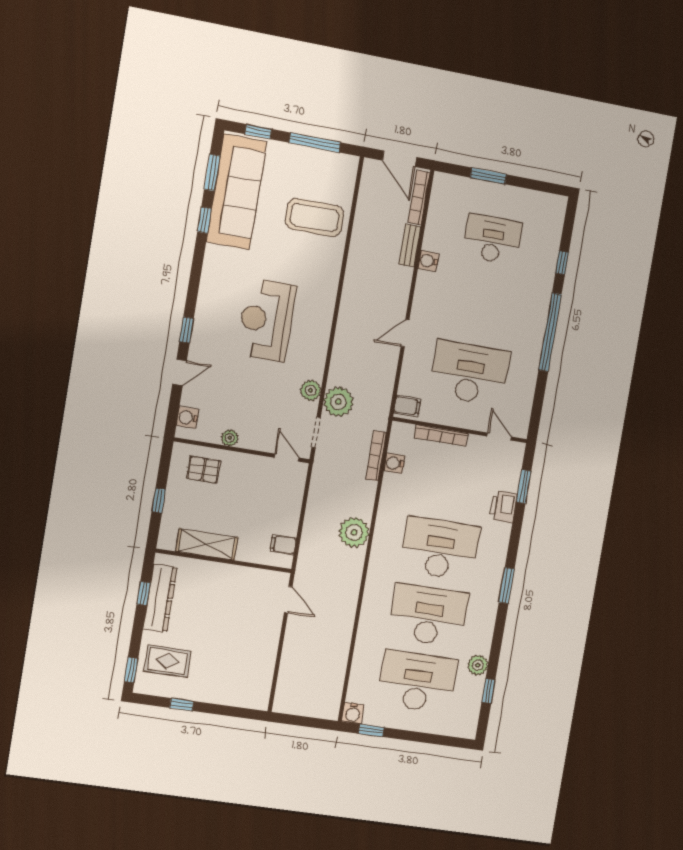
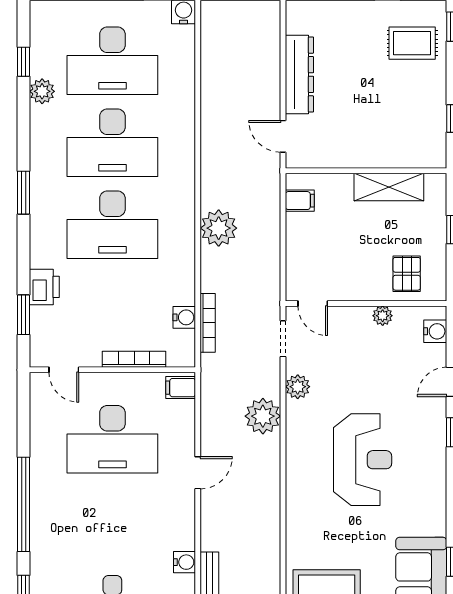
plant: (338, 402) -> (263, 416), moved
pallet: (204, 470) -> (407, 274), turned 90
dresser: (160, 598) -> (299, 75), moved, turned 180

